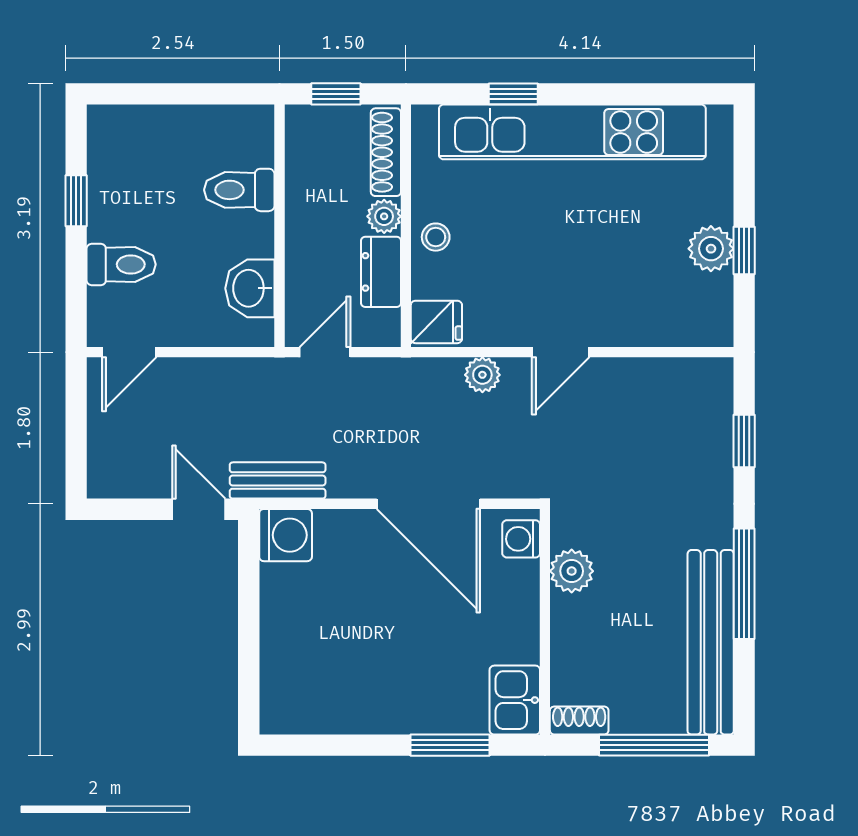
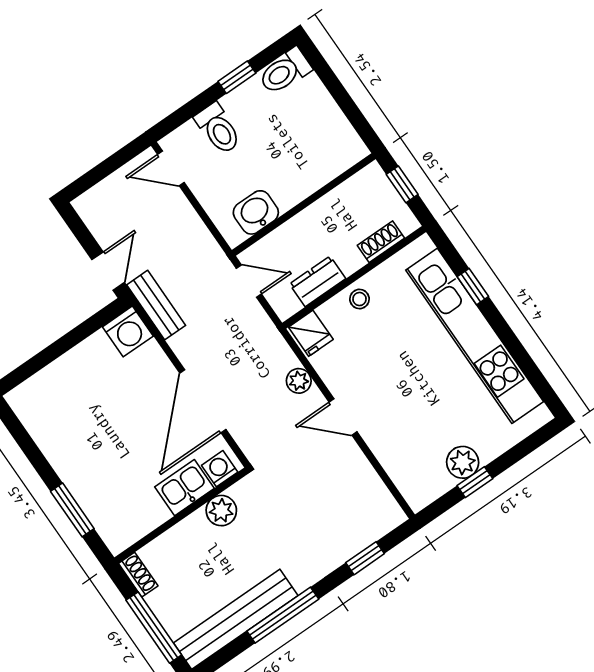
shoe rack: (386, 152) -> (381, 242), width x0.70
toilet: (239, 190) -> (285, 71), moved, turned -90
plant: (384, 216) -> (351, 261), removed
kitchen sink: (515, 700) -> (184, 488), moved

